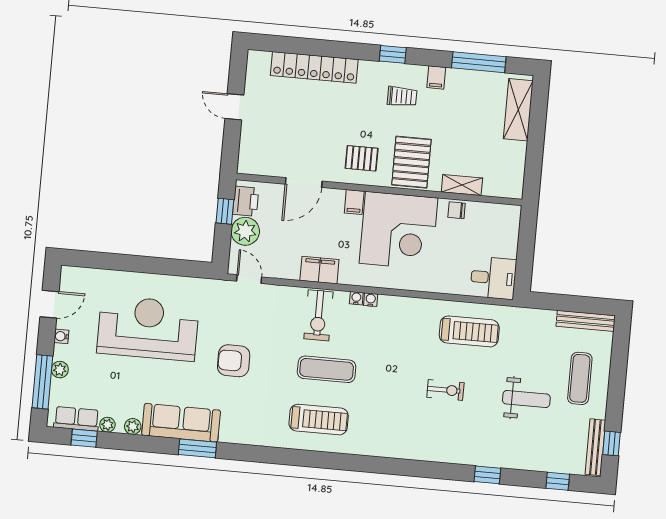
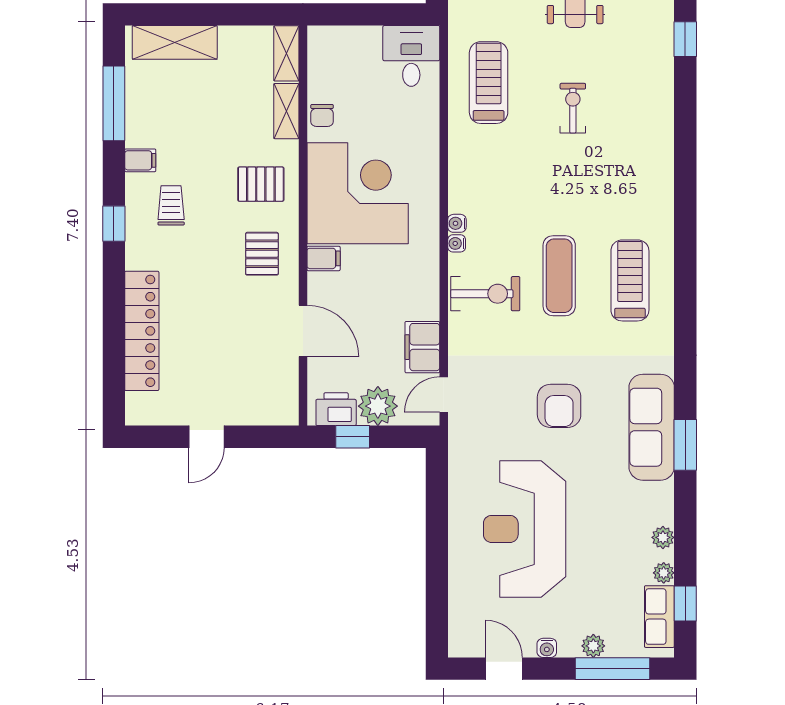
pallet: (411, 162) -> (261, 184), width x0.67, depth x0.71
shelving: (503, 189) -> (286, 53), added
filing cabinet: (319, 270) -> (422, 347), moved
sofa: (181, 423) -> (652, 427), moved

